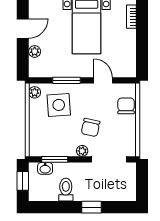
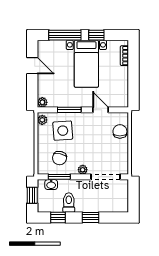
door: (23, 28) -> (32, 66), hinge flipped
plant: (35, 51) -> (42, 102), moved
chair: (91, 127) -> (60, 158), moved
window: (53, 207) -> (58, 217), added

